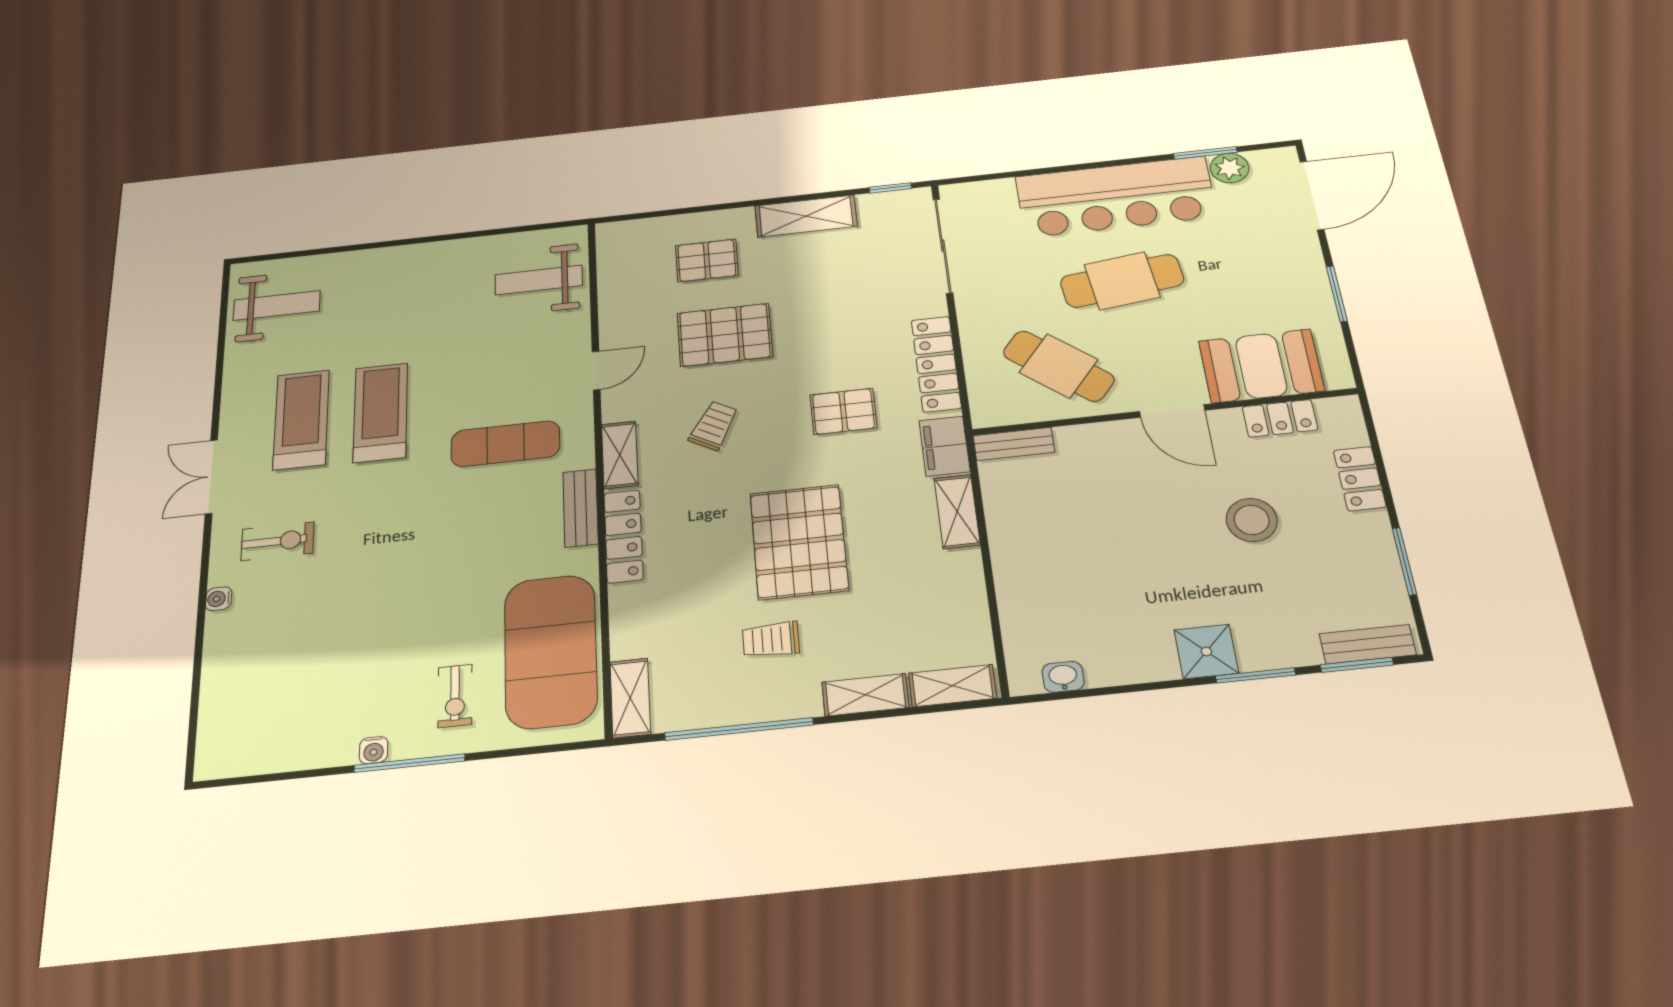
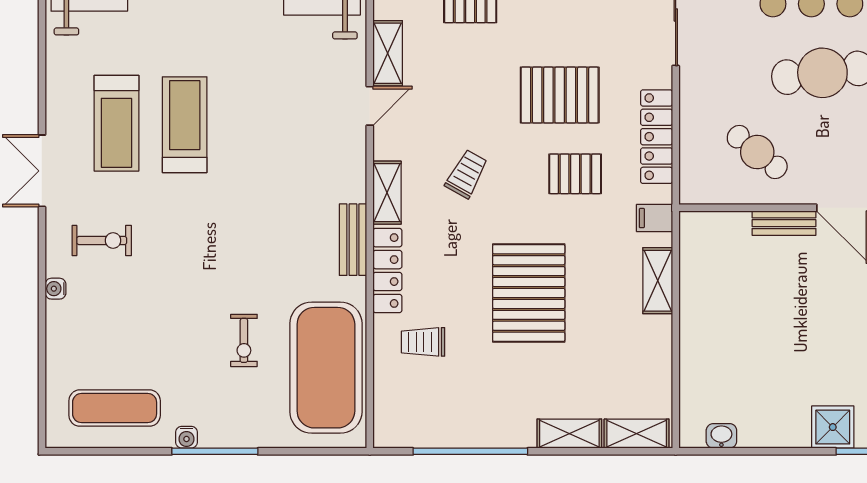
pallet: (725, 335) -> (560, 95), moved
cafe table: (1058, 366) -> (757, 152), width x0.73, depth x0.74
treadmill: (301, 420) -> (116, 123), turned 180
exercise mat: (505, 444) -> (115, 408), moved
bench: (1014, 444) -> (784, 223), moved
filing cabinet: (945, 446) -> (655, 218), width x0.50
trolley: (771, 640) -> (423, 342), moved
exercise bike: (455, 696) -> (244, 340), moved
shelving: (630, 698) -> (388, 53), moved

